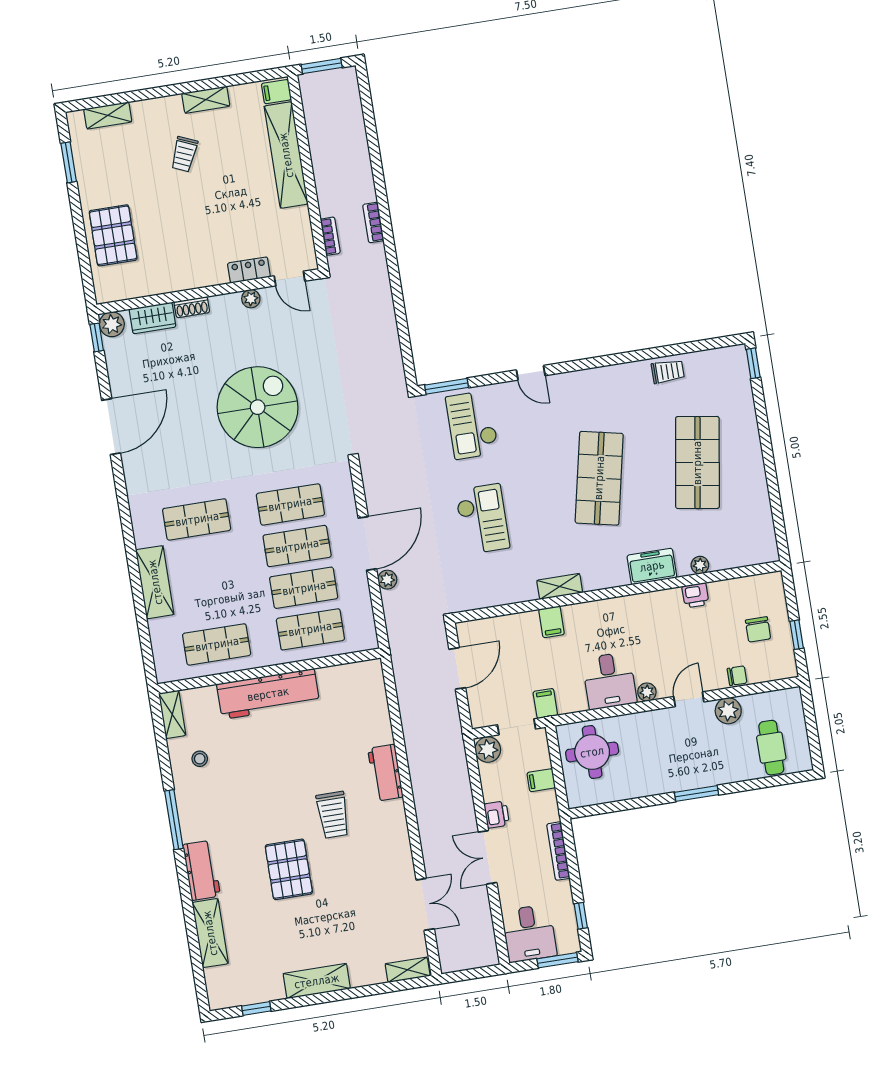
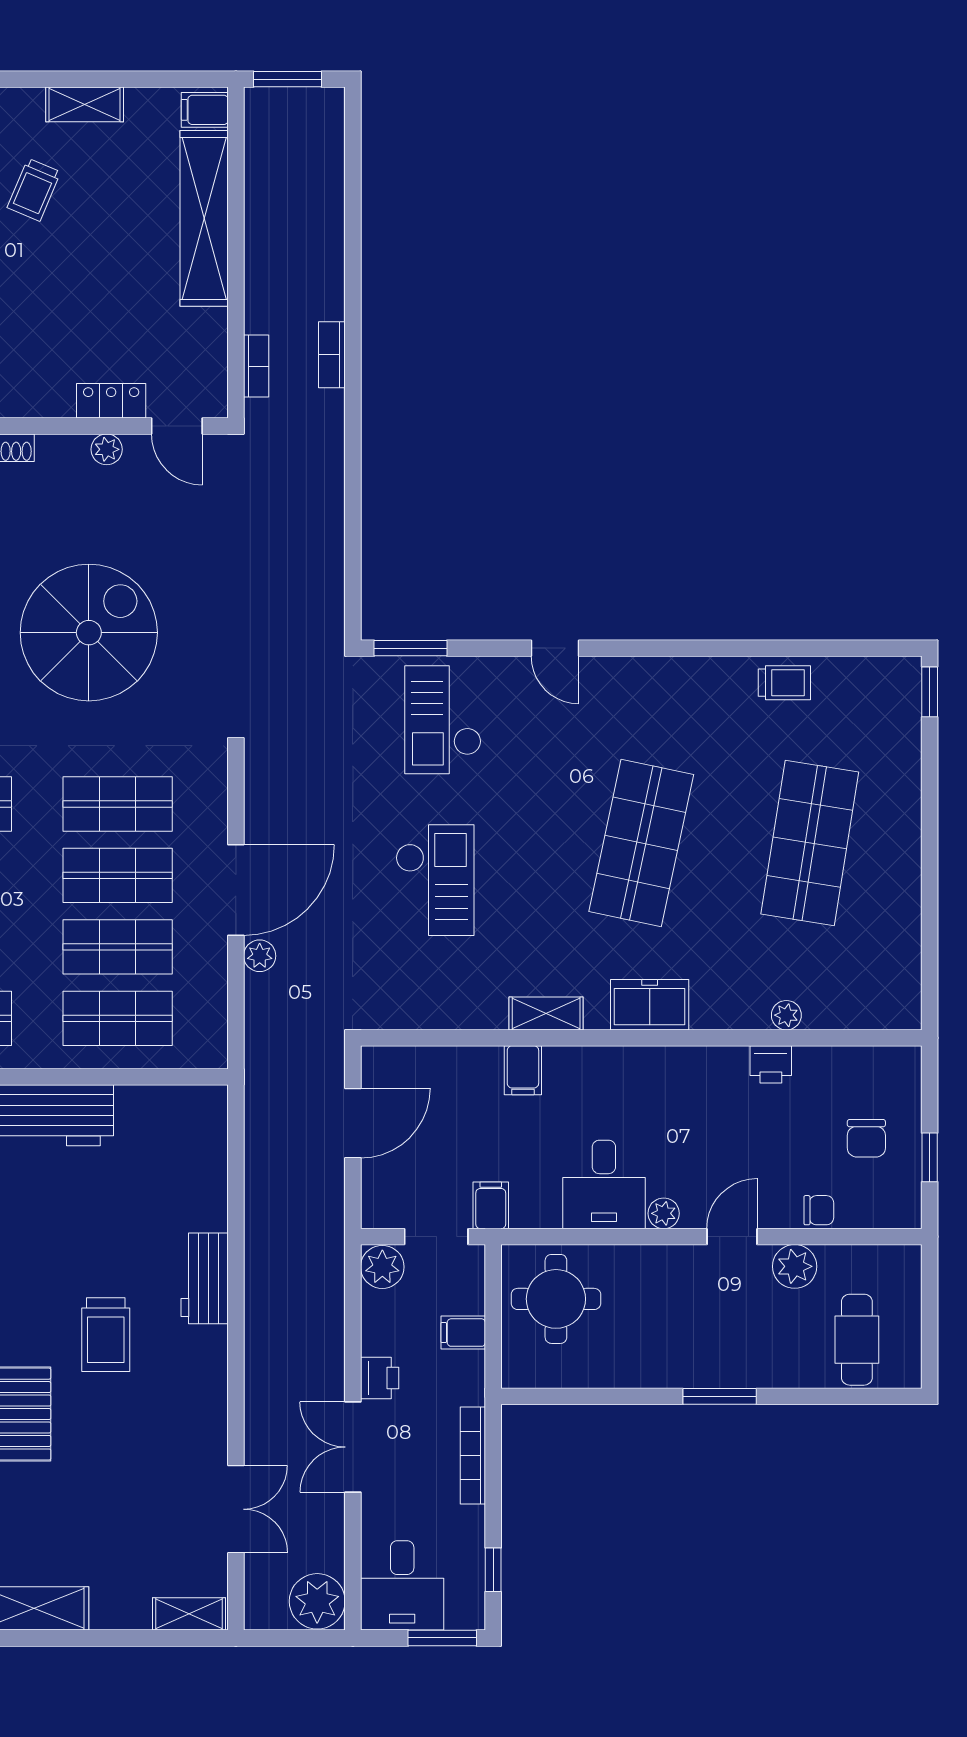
freezer: (652, 566) -> (650, 1005), moved
plant: (481, 951) -> (317, 1601), added

